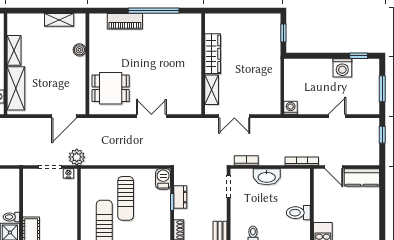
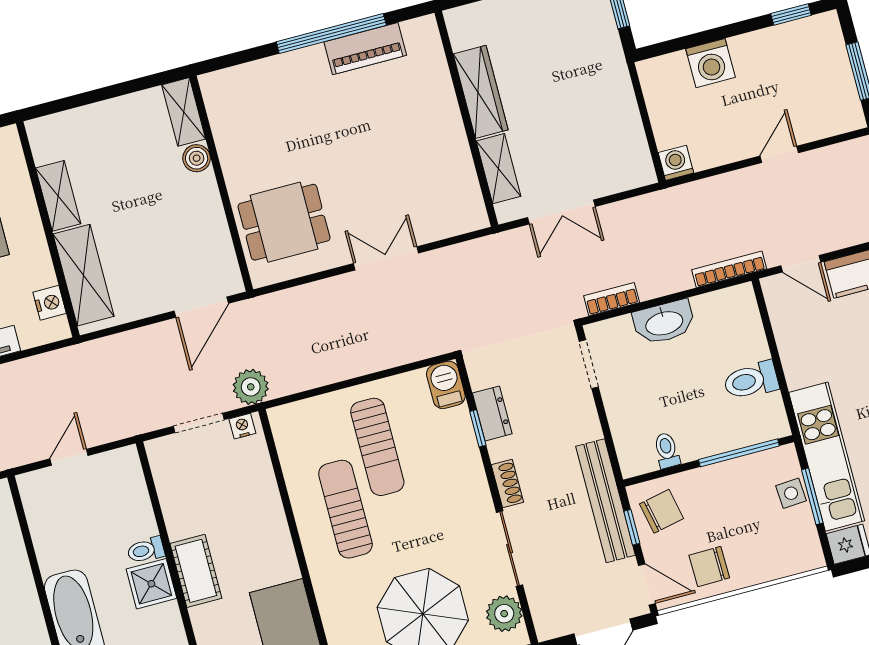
shelving: (59, 20) -> (184, 112), moved, turned 90
piano: (125, 21) -> (365, 49), moved
washing machine: (342, 68) -> (711, 63), moved

